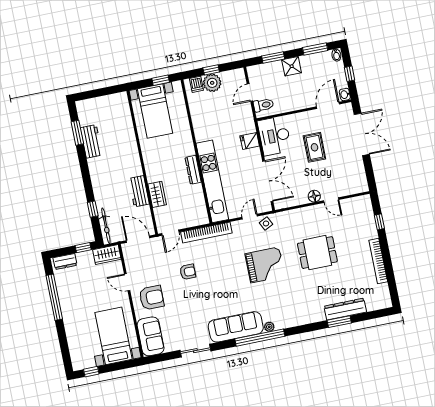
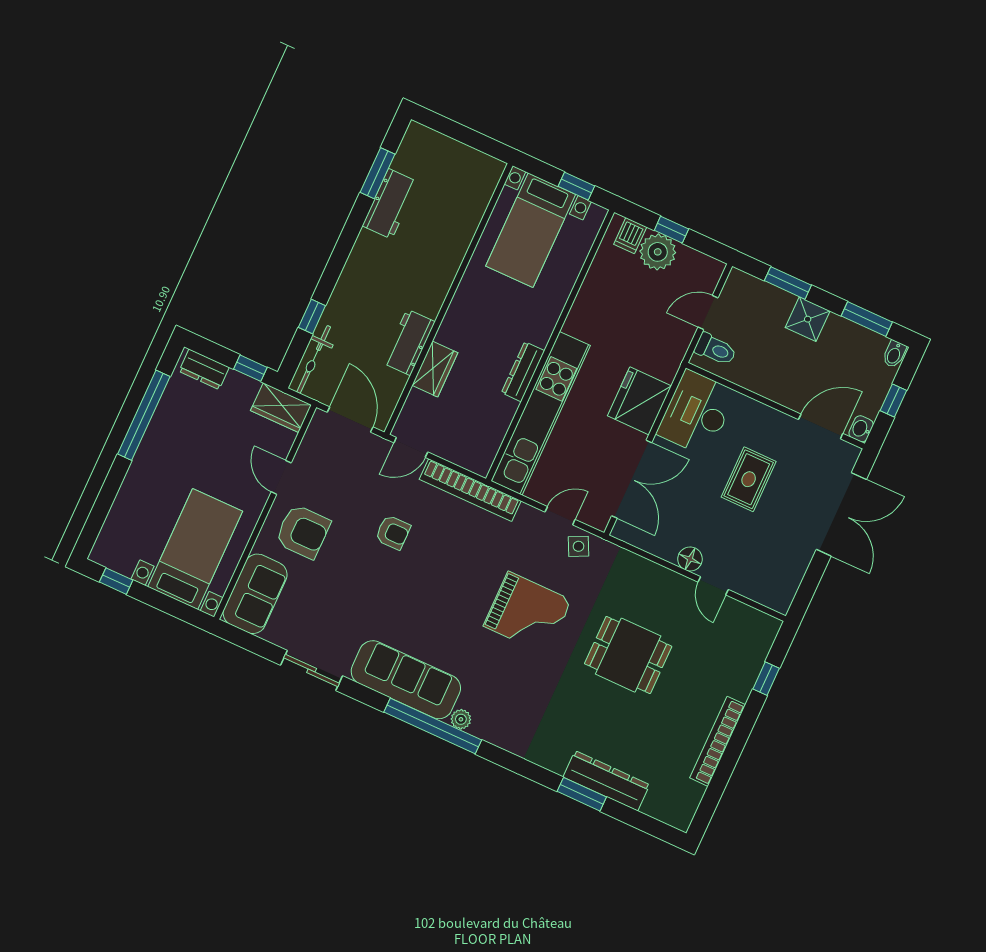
fridge: (250, 141) -> (639, 401), width x1.88, depth x1.34

